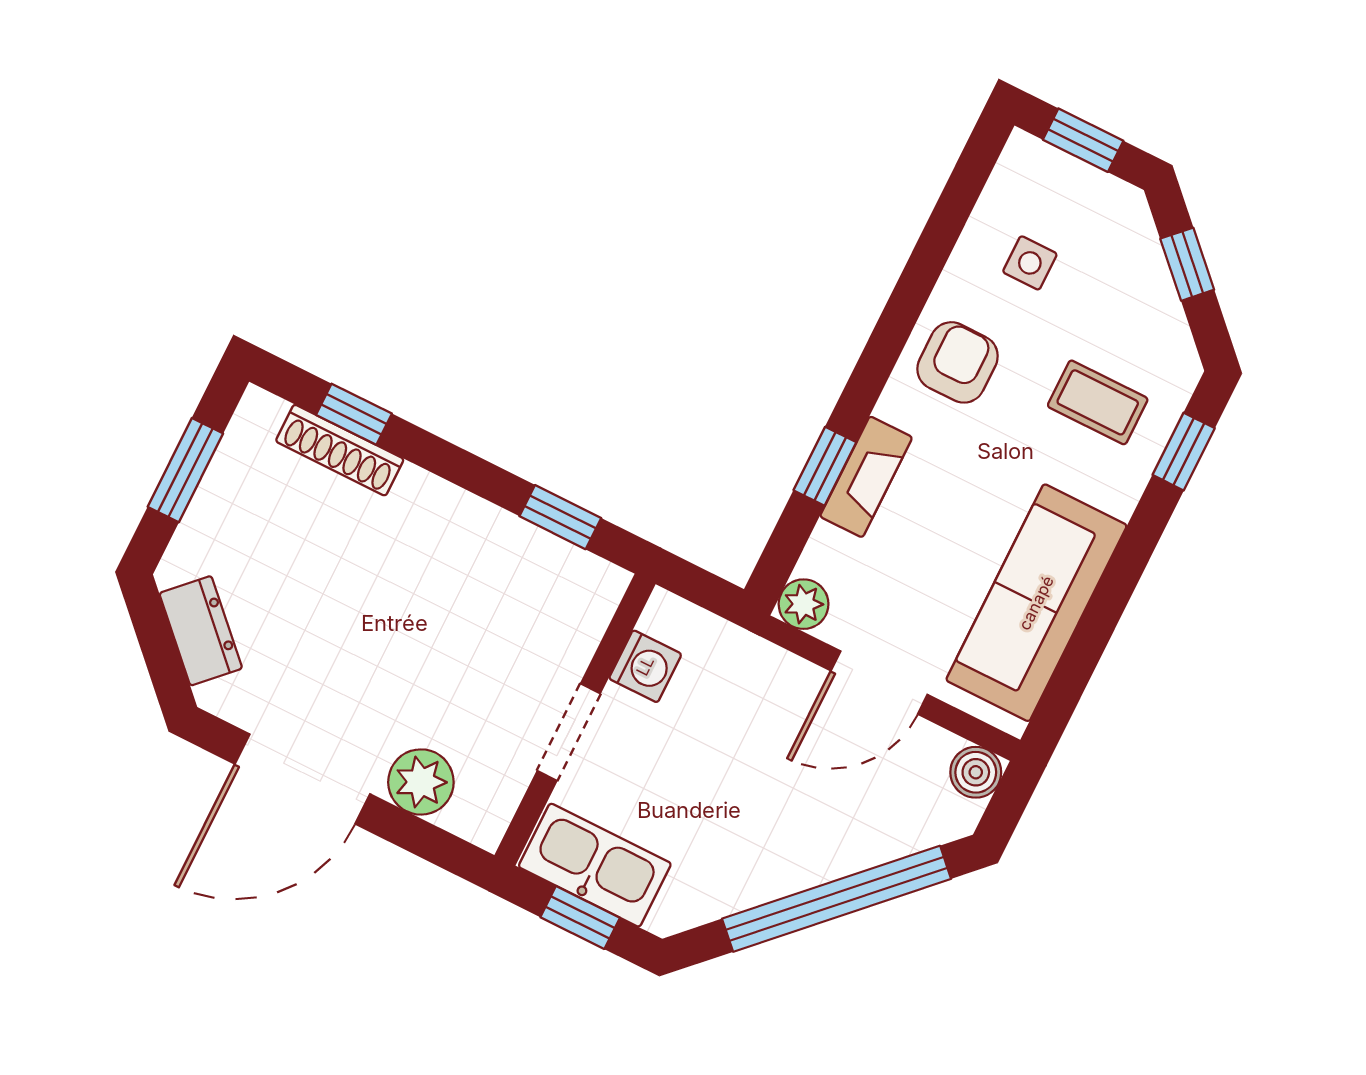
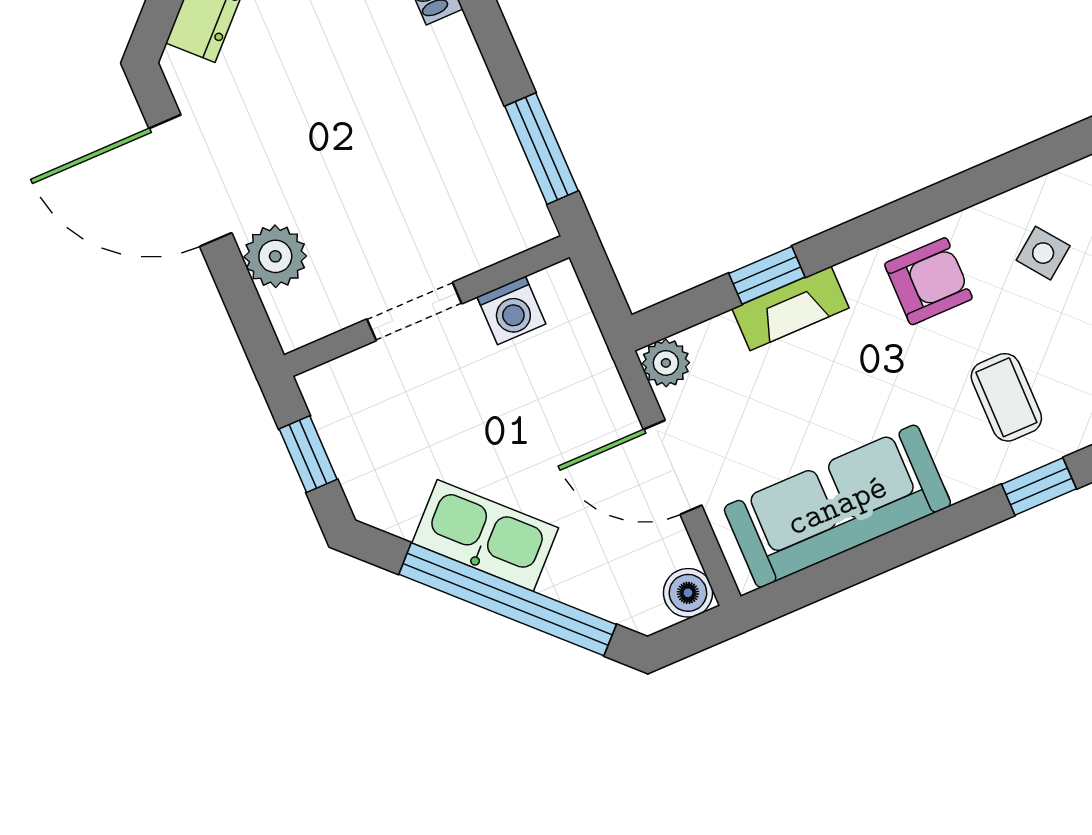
side table: (1030, 263) -> (1043, 253), turned -37
window: (560, 517) -> (541, 149), width x1.50
kitchen sink: (595, 865) -> (485, 535), moved, turned -45

